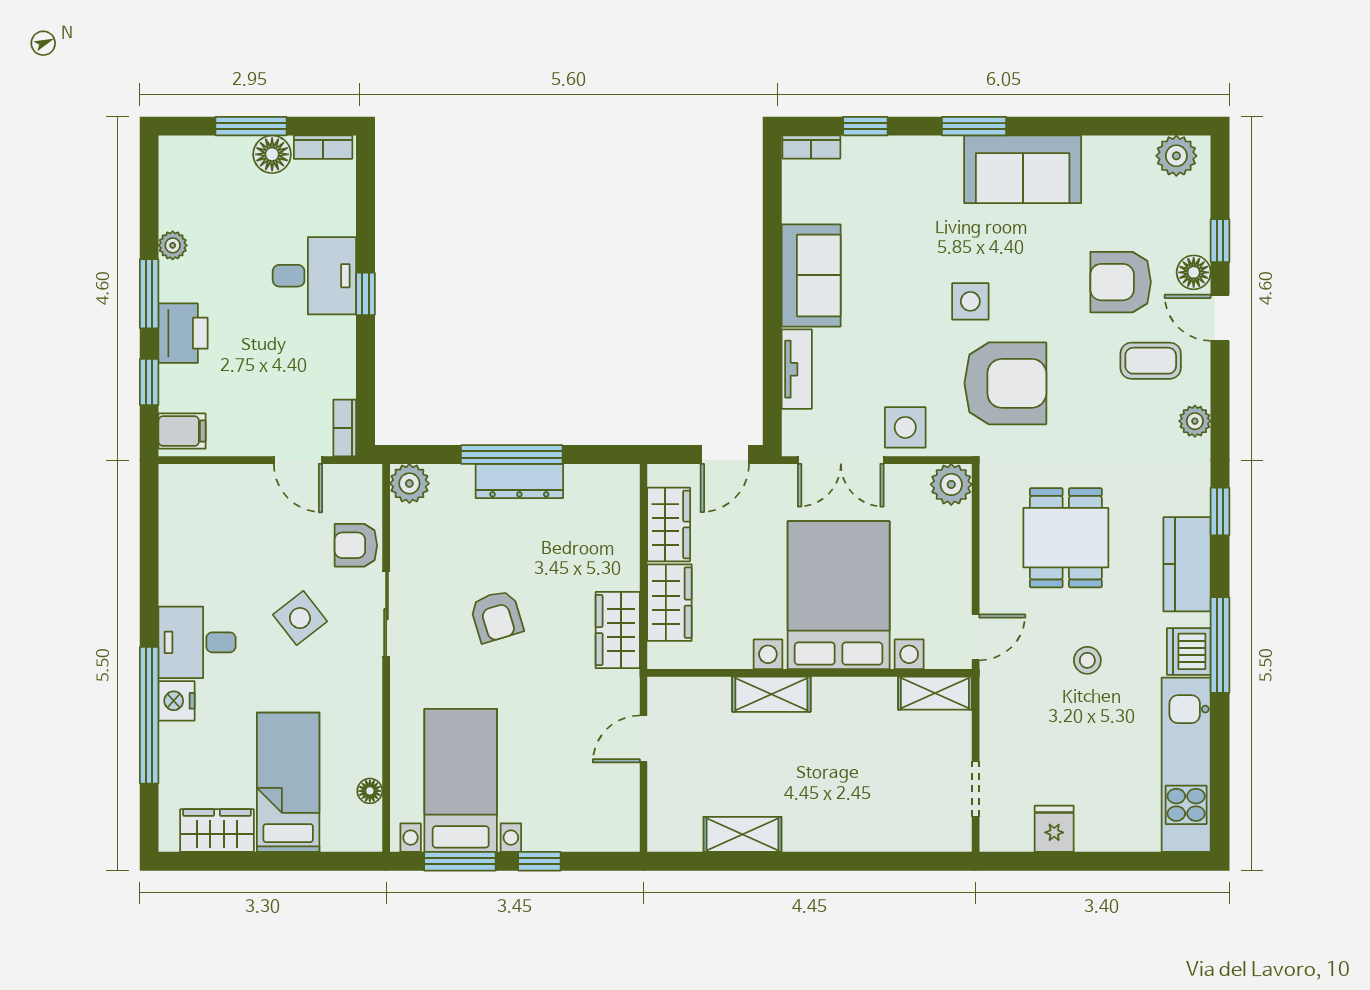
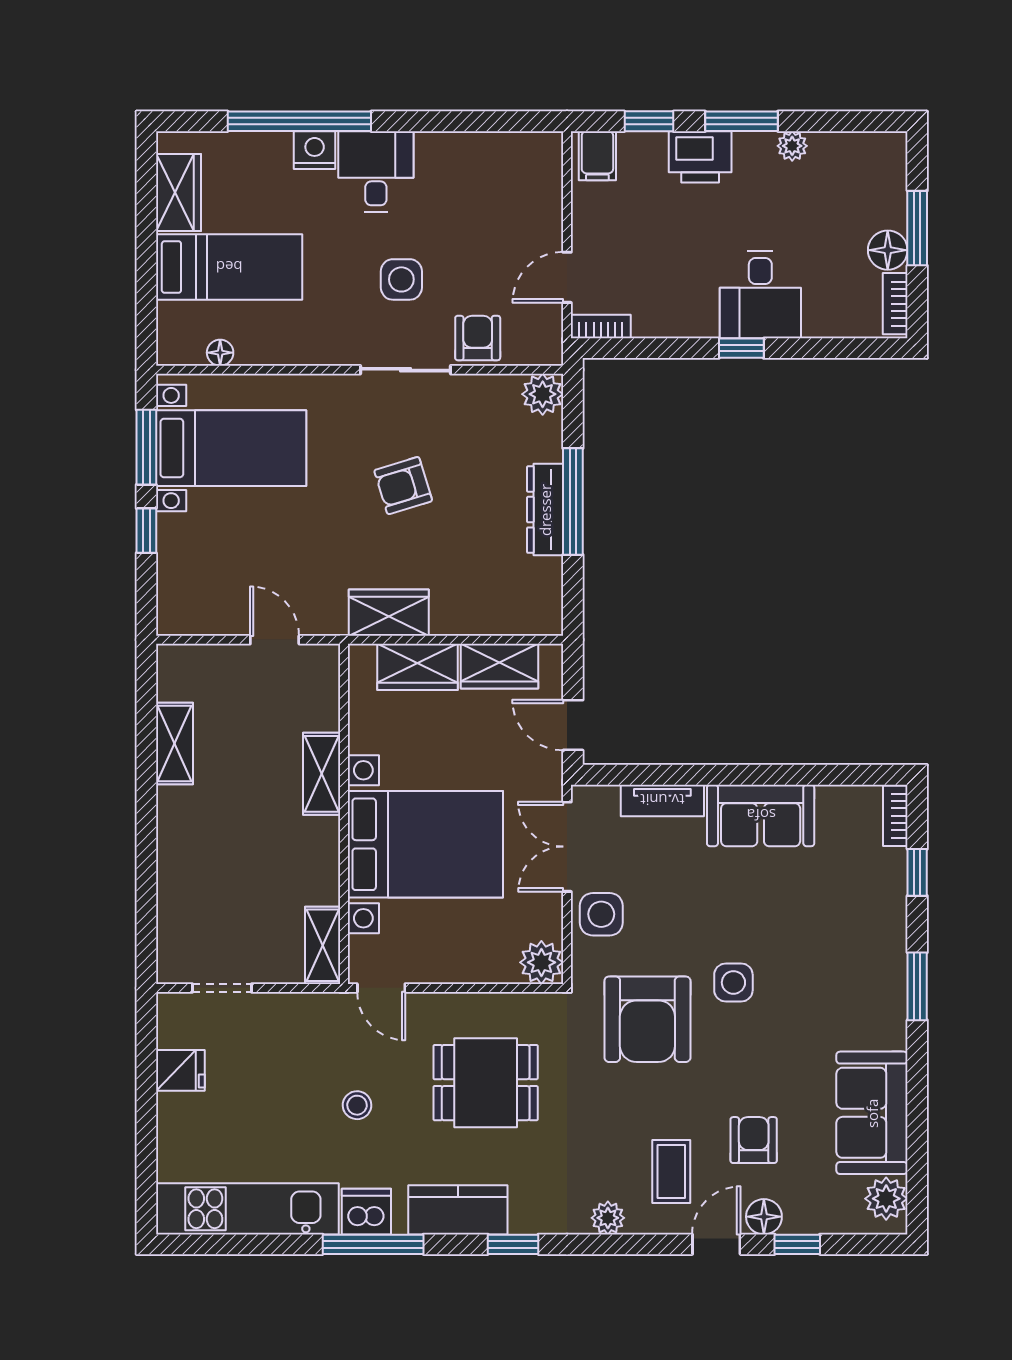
sofa: (1023, 169) -> (872, 1113), moved
armchair: (1121, 282) -> (754, 1140), width x0.72, depth x0.72
side table: (300, 618) -> (401, 279), turned 38

